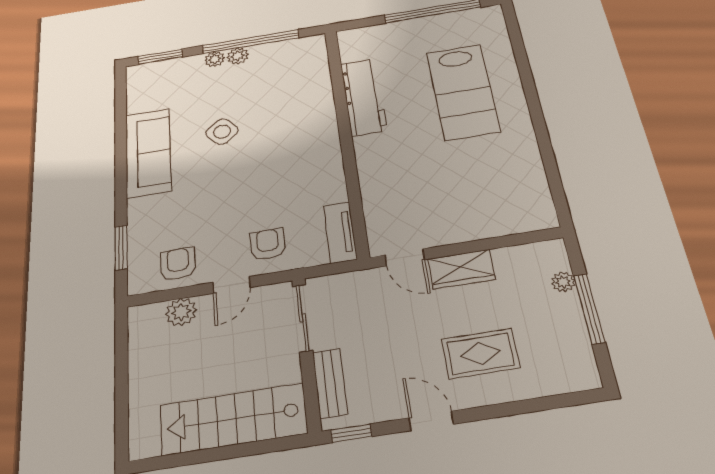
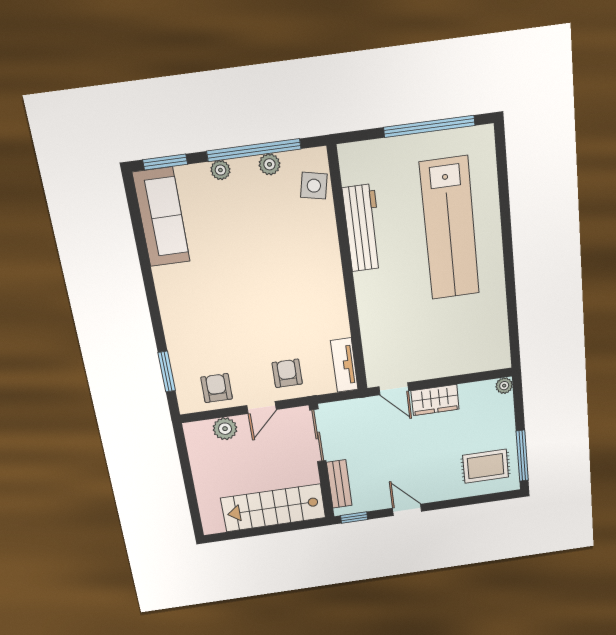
plant: (238, 56) -> (269, 164), moved
lab bench: (463, 92) -> (450, 229), width x1.36
side table: (222, 132) -> (314, 186), moved, turned -38
sofa: (148, 152) -> (161, 217), moved
plant: (563, 282) -> (504, 386), moved
window: (589, 309) -> (522, 456), moved
rug: (481, 354) -> (486, 466), moved

